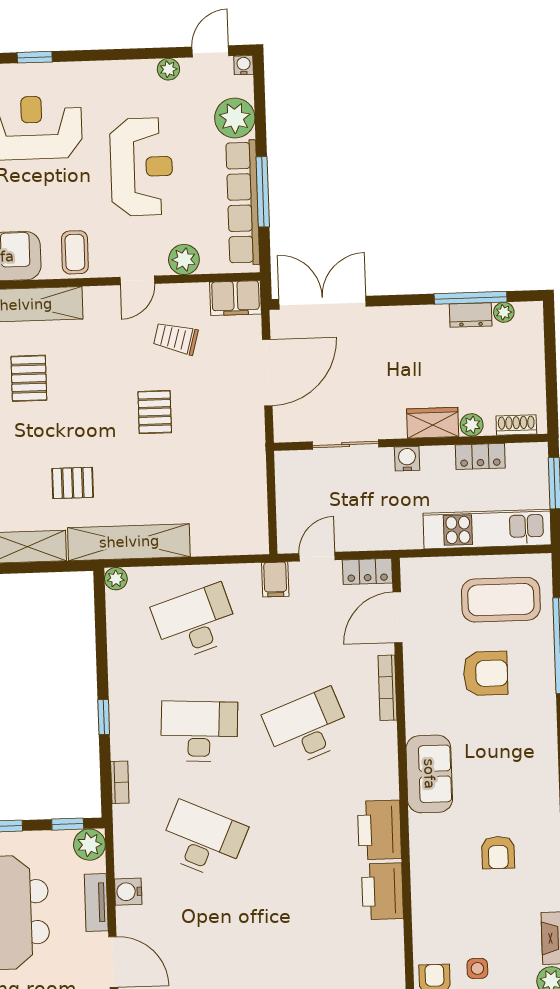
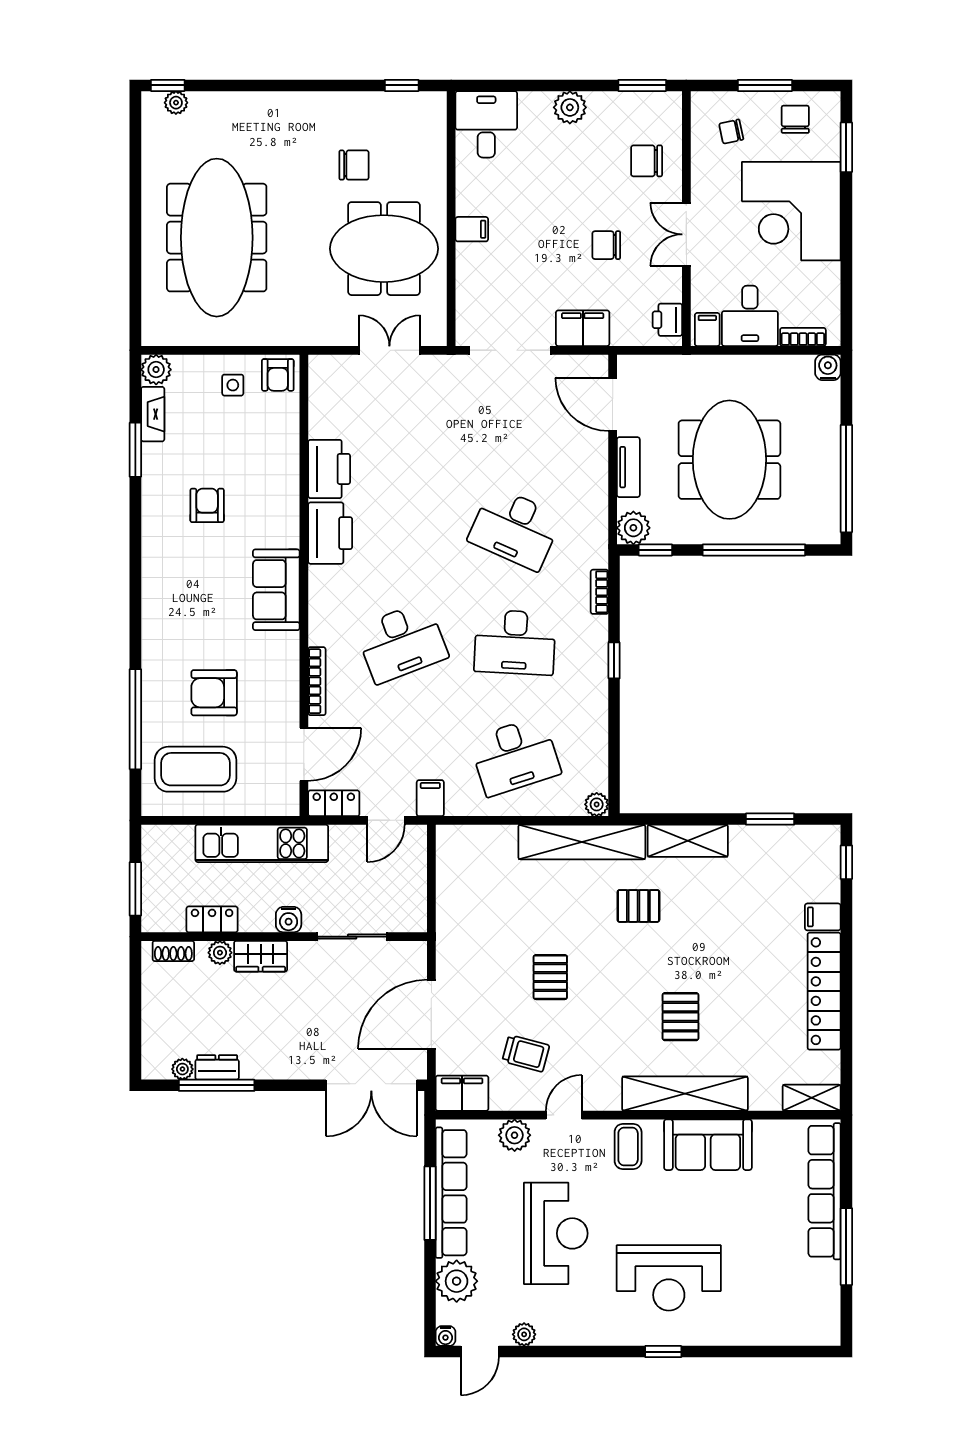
reception desk: (141, 167) -> (556, 1233), turned 180
kitchen unit: (487, 529) -> (262, 843), moved
water cooler: (128, 892) -> (595, 477), removed

